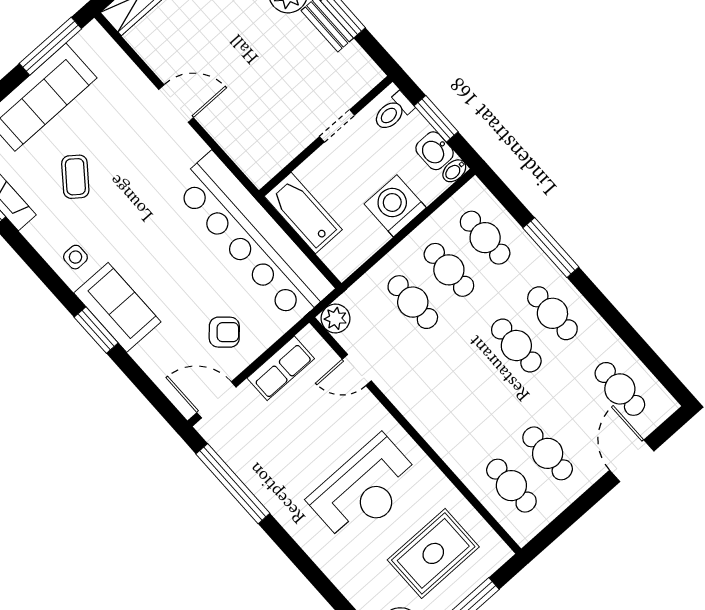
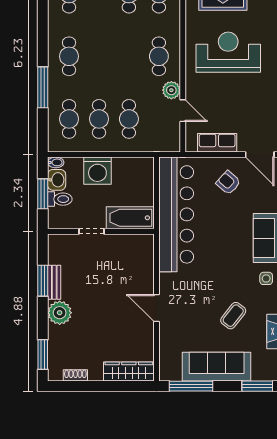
toilet: (393, 112) -> (60, 199), moved
bathtub: (303, 213) -> (130, 218), moved, turned 90
plant: (335, 318) -> (171, 90), moved
cafe table: (516, 345) -> (159, 56), moved

